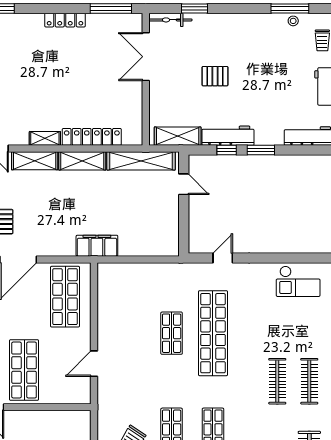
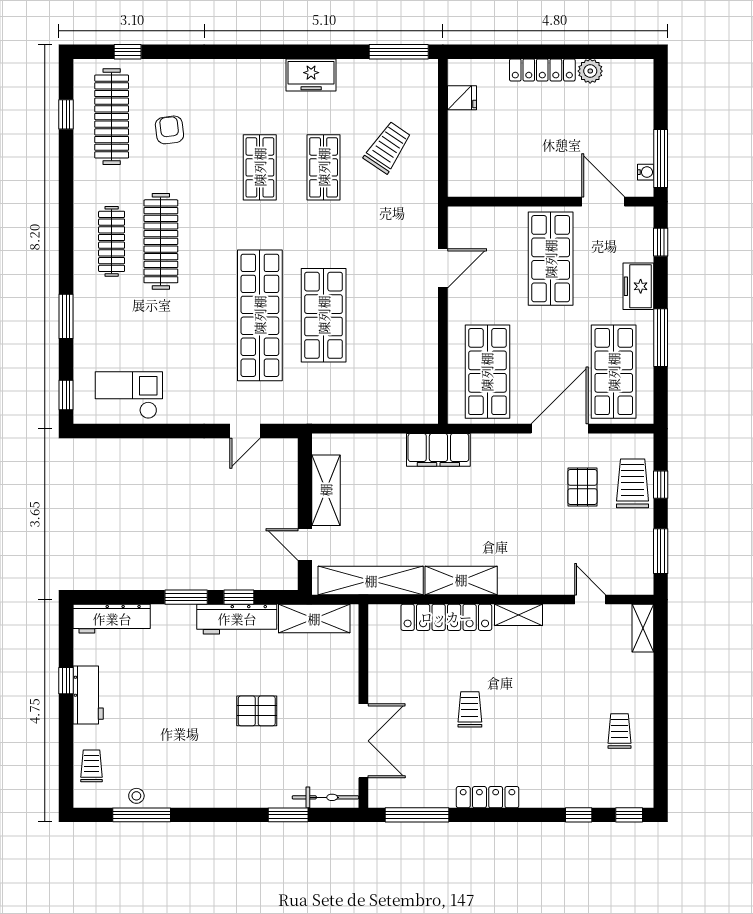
trolley: (76, 77) -> (470, 709), added
shelving: (35, 161) -> (326, 490), moved, turned 90
shop shelf: (172, 333) -> (324, 315), width x1.43, depth x1.36
clothes rail: (277, 381) -> (161, 241), width x1.37, depth x1.31

